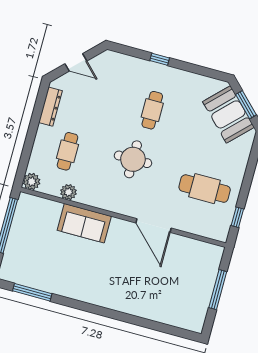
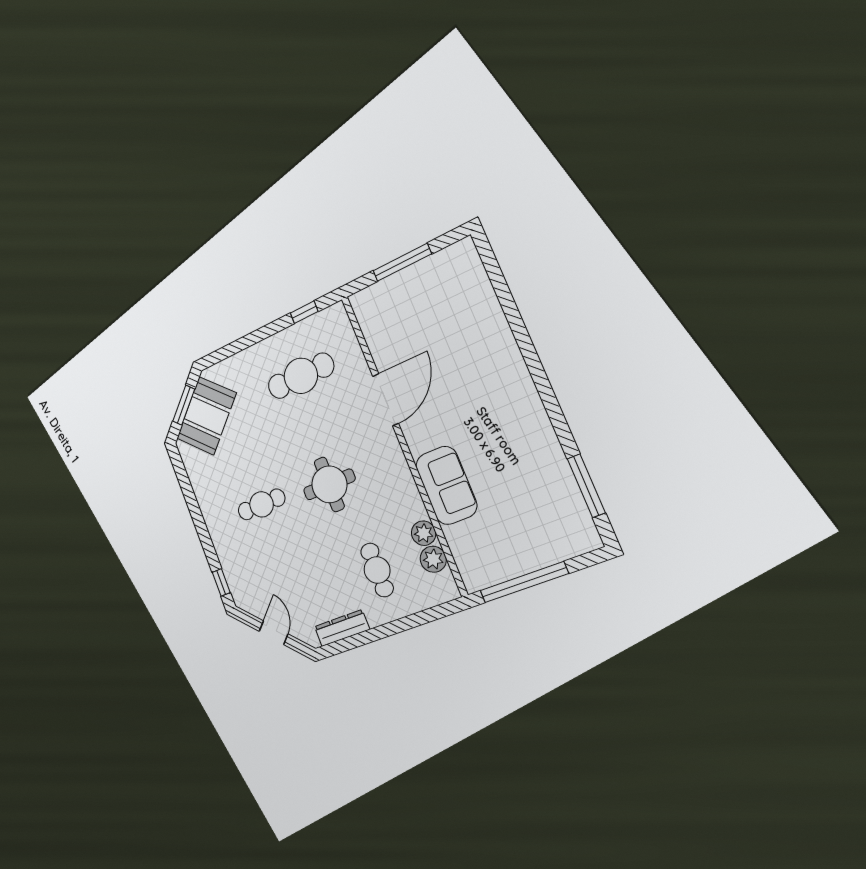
window: (160, 59) -> (221, 582), moved
cafe table: (67, 151) -> (377, 570), turned 90
plant: (32, 182) -> (433, 559), moved
cafe table: (205, 189) -> (301, 376), turned 90

